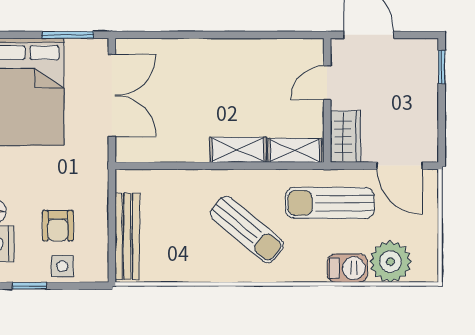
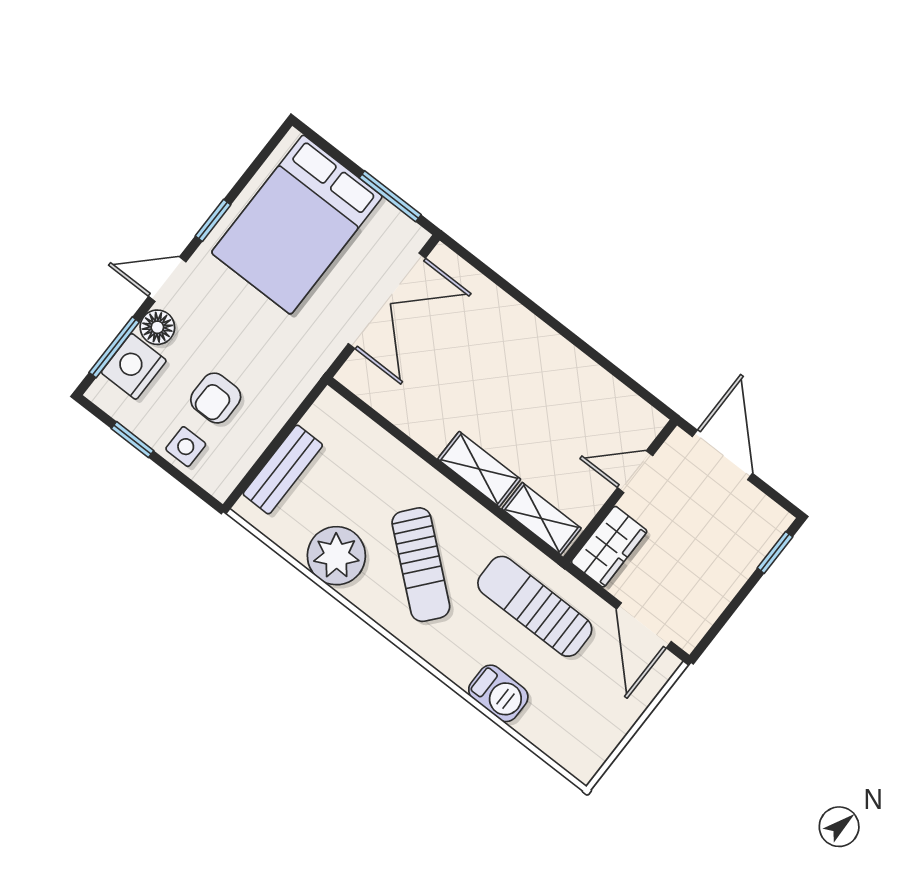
bench: (127, 236) -> (283, 470), width x0.73
plant: (390, 262) -> (336, 556), moved

